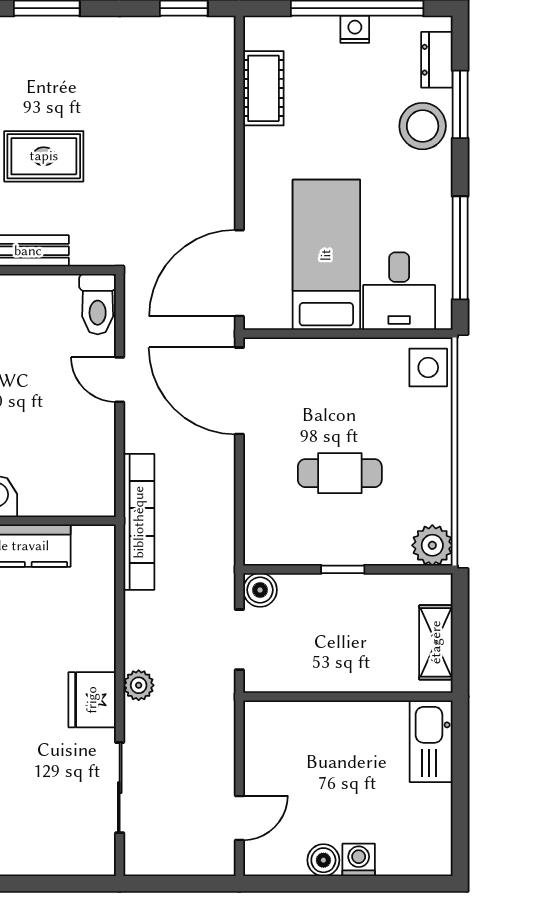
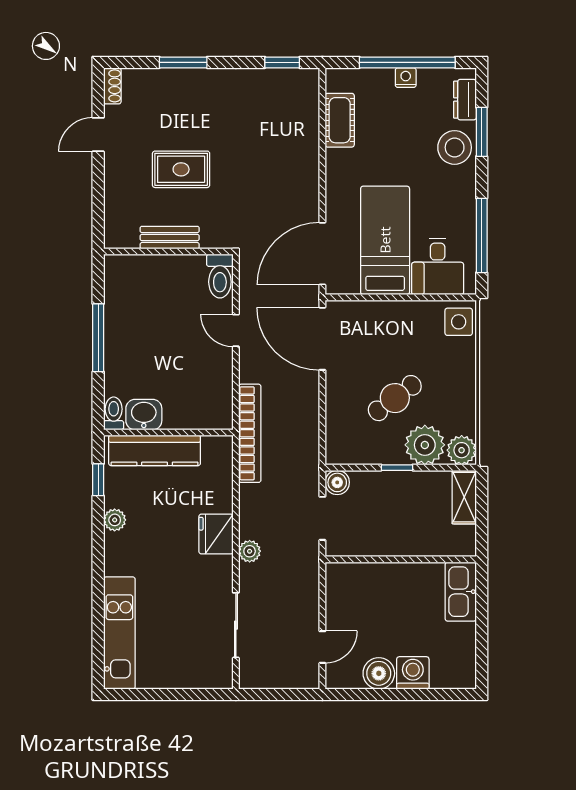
cafe table: (340, 473) -> (395, 398), turned -37
plant: (381, 538) -> (425, 445), added
shelving: (436, 642) -> (464, 497), moved
fridge: (92, 700) -> (216, 534), moved
boiler: (323, 860) -> (379, 673), width x1.36, depth x1.36
washing machine: (359, 860) -> (413, 673), width x1.38, depth x1.38

